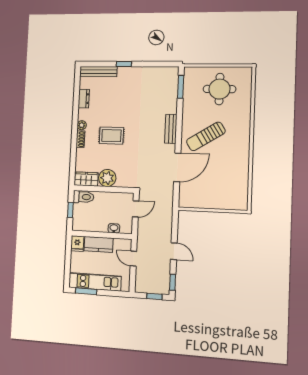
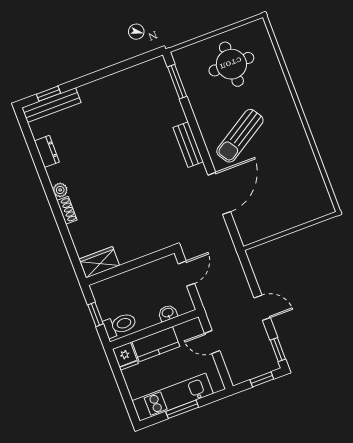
window: (124, 64) -> (48, 94), moved
rug: (111, 136) -> (109, 187), removed
plant: (107, 178) -> (129, 248), removed
toilet: (83, 197) -> (120, 325), moved
window: (86, 291) -> (182, 409), moved

